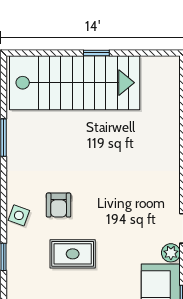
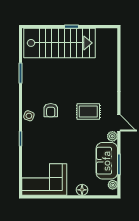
rug: (73, 254) -> (88, 111), moved

